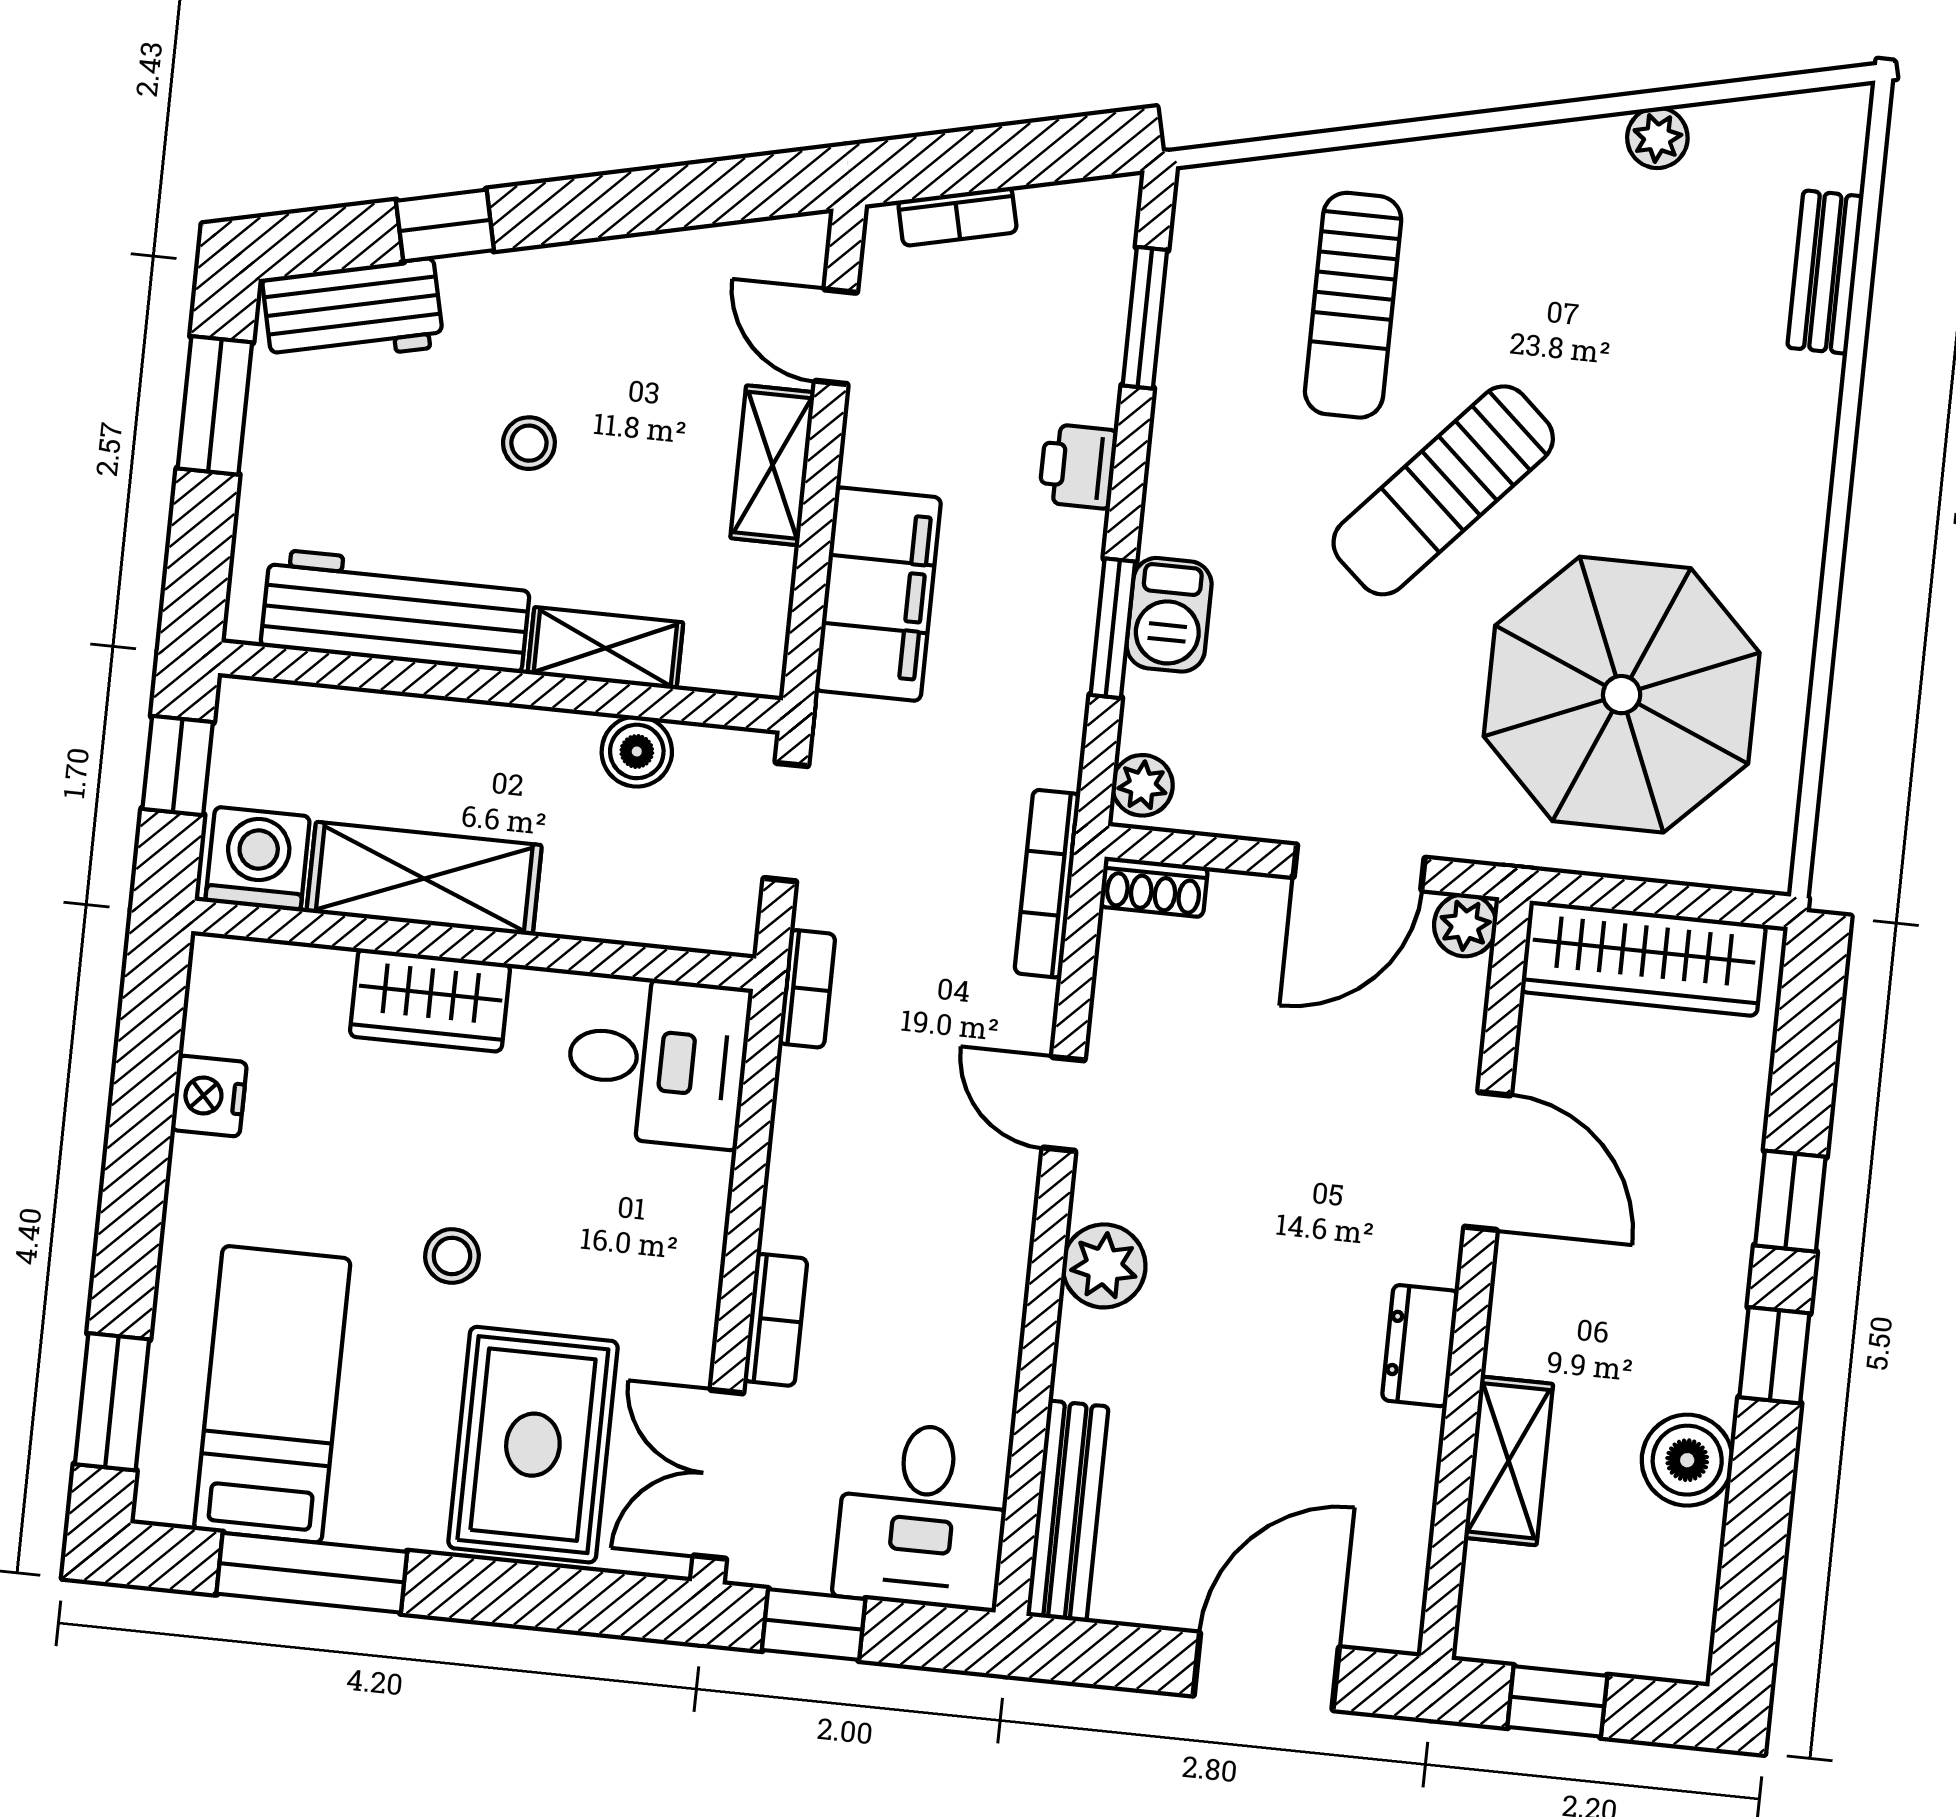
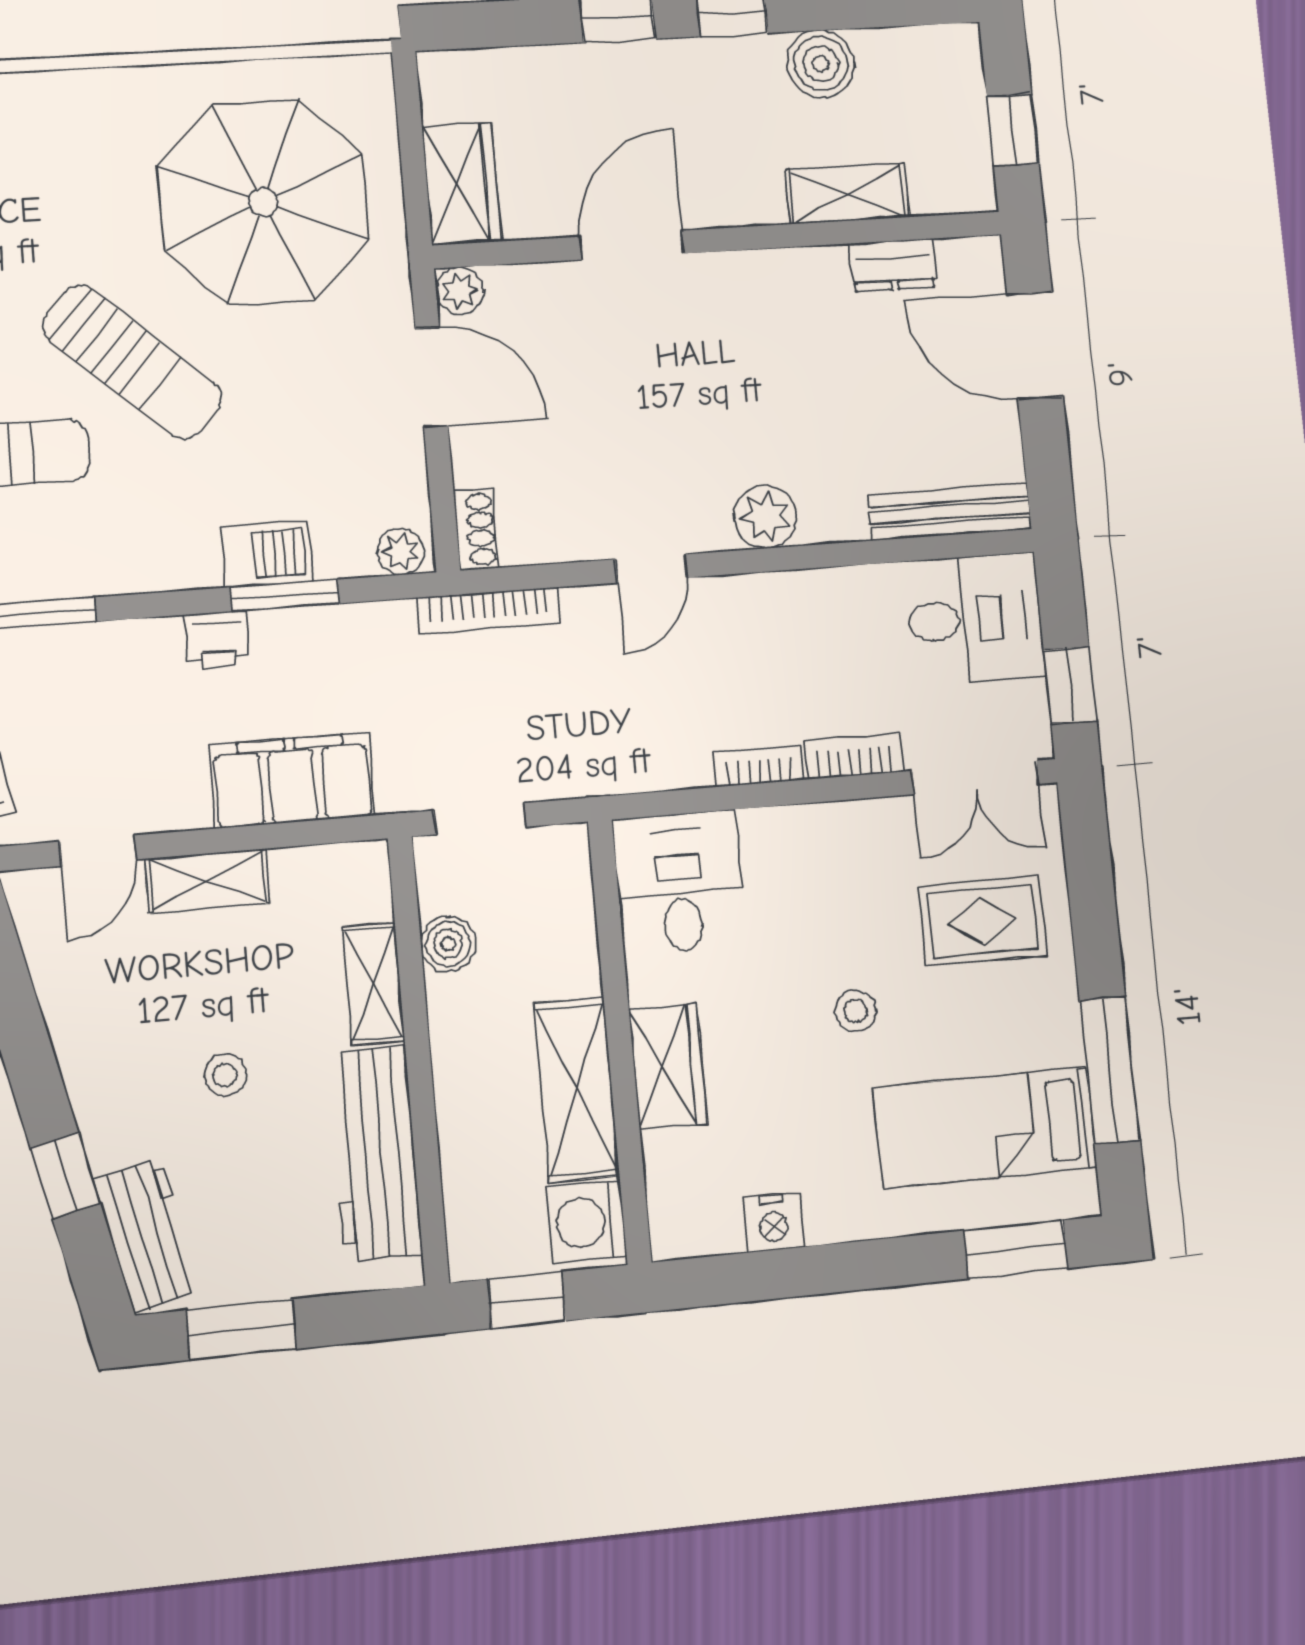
printer: (1078, 466) -> (217, 640), moved
wardrobe: (1643, 958) -> (462, 184), width x0.67
bookcase: (807, 989) -> (759, 766), moved
dresser: (1420, 1346) -> (893, 265), moved
rug: (533, 1445) -> (982, 921), width x0.73, depth x0.70

